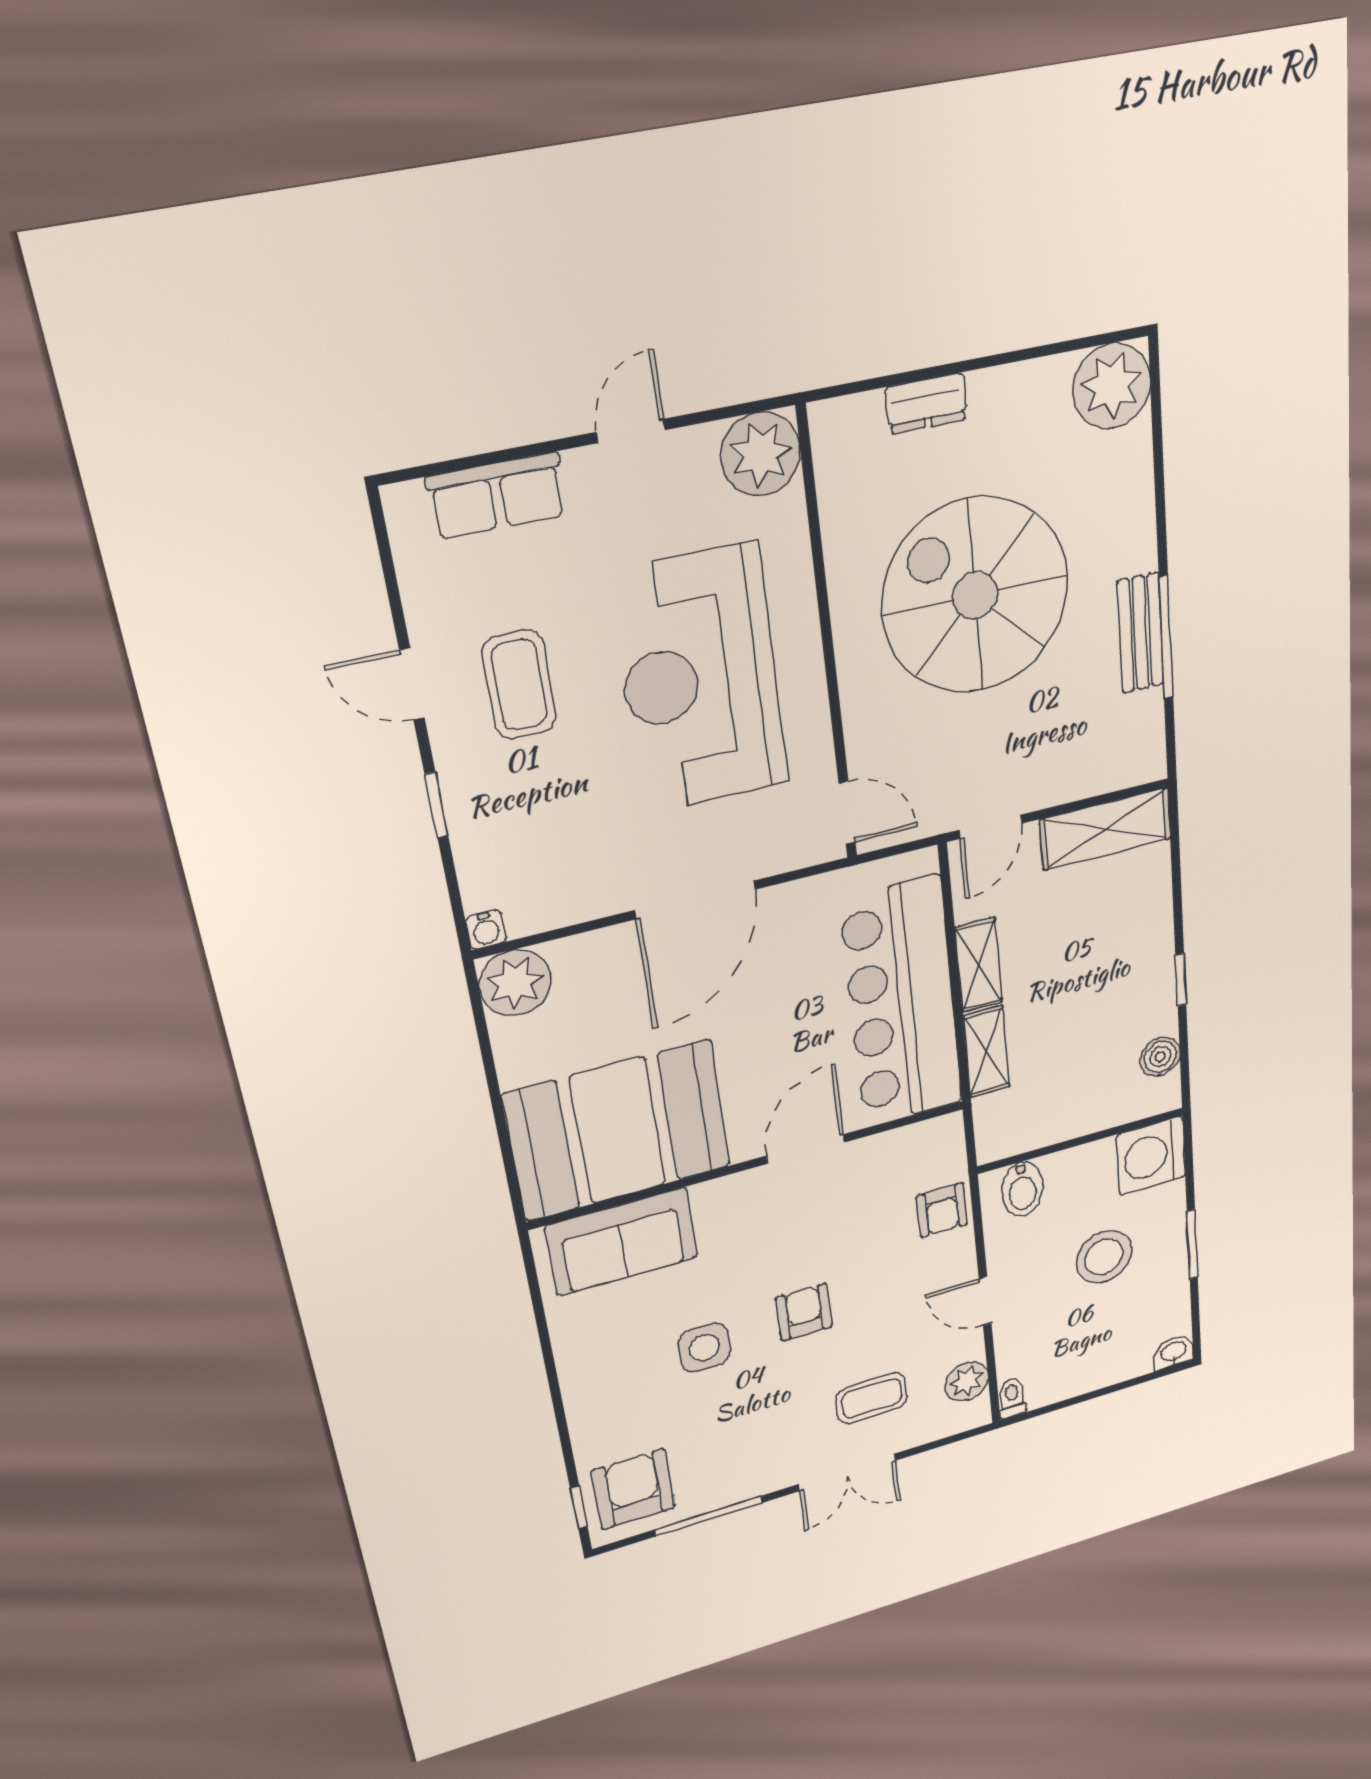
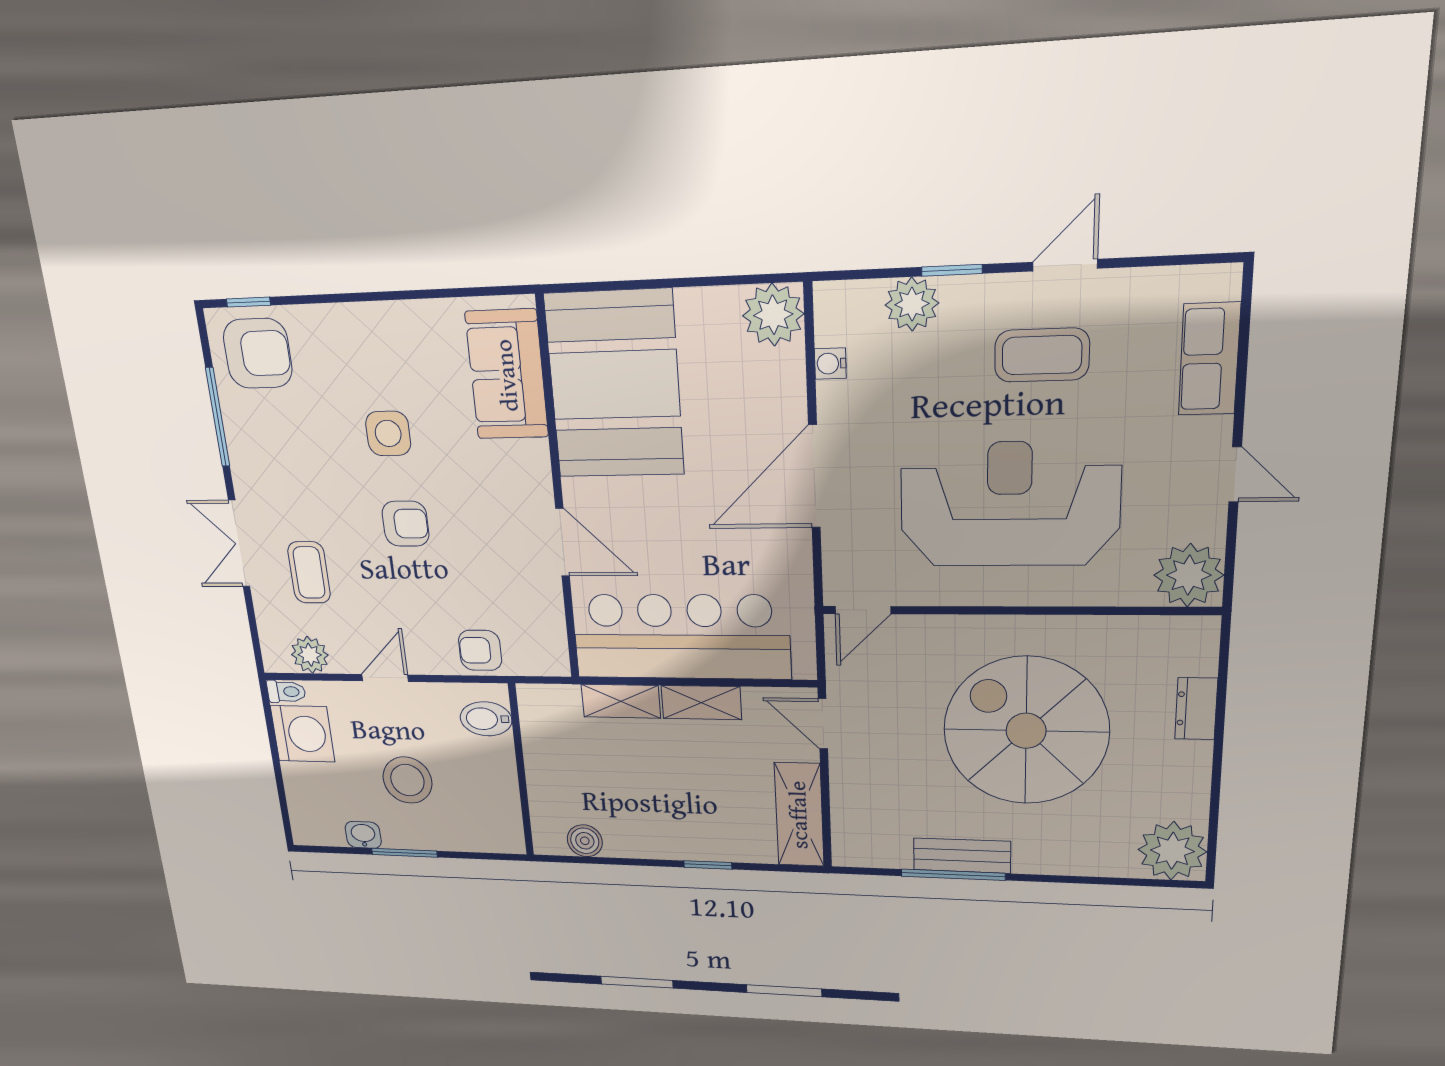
spiral stairs: (975, 595) -> (1026, 731), turned -90
plant: (481, 839) -> (912, 304), added
door: (695, 900) -> (814, 477), hinge flipped
water cooler: (486, 930) -> (830, 364), moved
window: (1181, 980) -> (708, 865), moved
washing machine: (1151, 1156) -> (303, 734), moved, turned 90
washbasin: (1174, 1352) -> (363, 835), moved, turned -90

